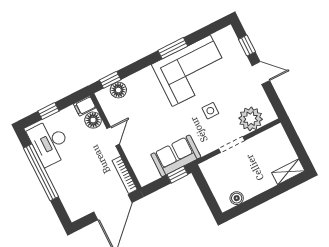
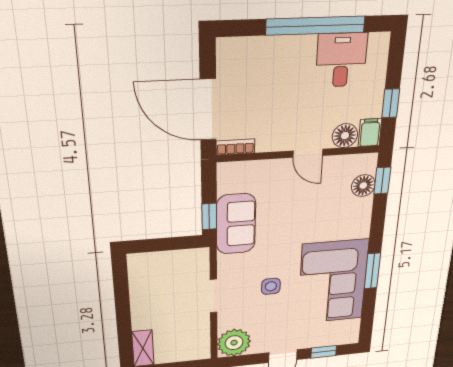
window: (48, 111) -> (391, 103), moved
plant: (251, 119) -> (234, 343), moved
desk: (50, 142) -> (341, 60), width x0.73
bookcase: (125, 175) -> (235, 147), width x0.64
boiler: (237, 198) -> (138, 278), removed

